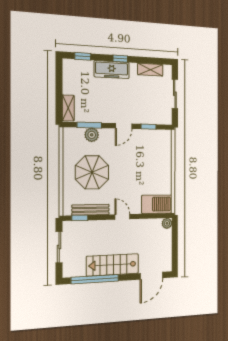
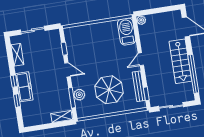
window: (83, 56) -> (17, 101), moved

